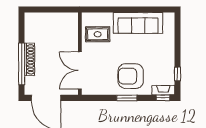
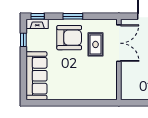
sofa: (138, 23) -> (37, 76), moved, turned 90
rug: (98, 34) -> (95, 44), moved, turned 90

